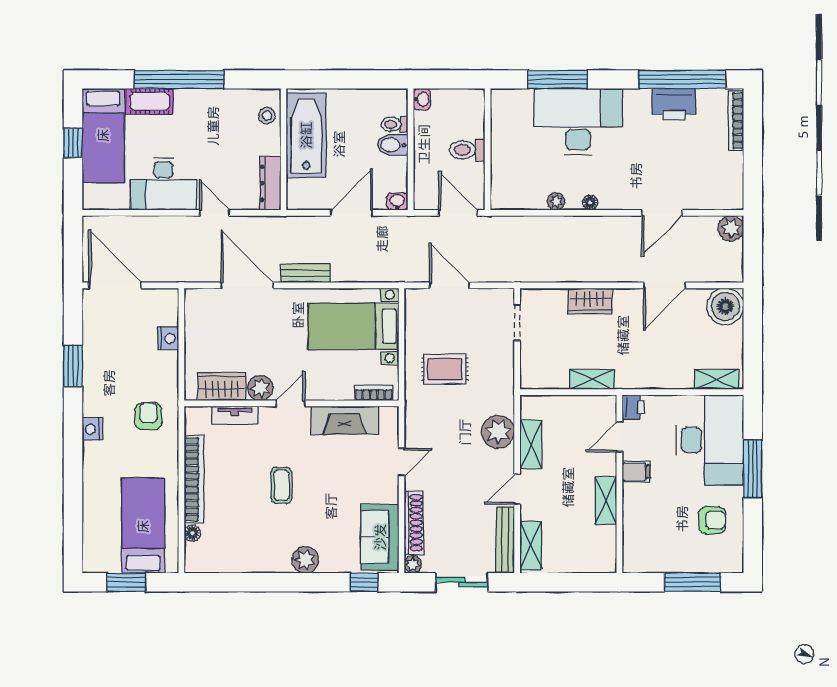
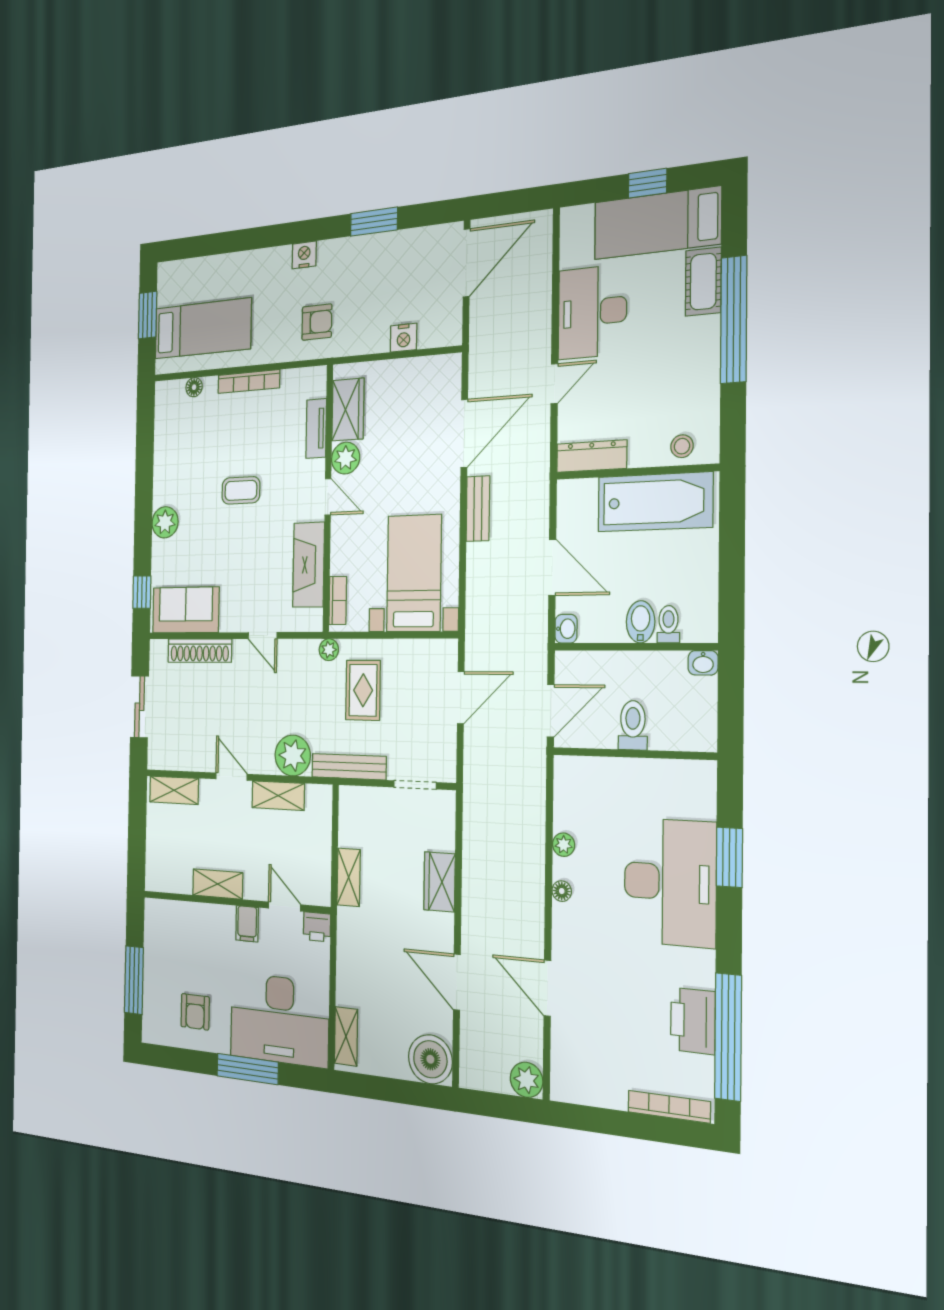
window: (558, 79) -> (729, 857), width x0.69
bookcase: (194, 479) -> (249, 382), width x0.68, depth x0.76
bench: (505, 540) -> (349, 767), moved
plant: (413, 564) -> (329, 650), moved

